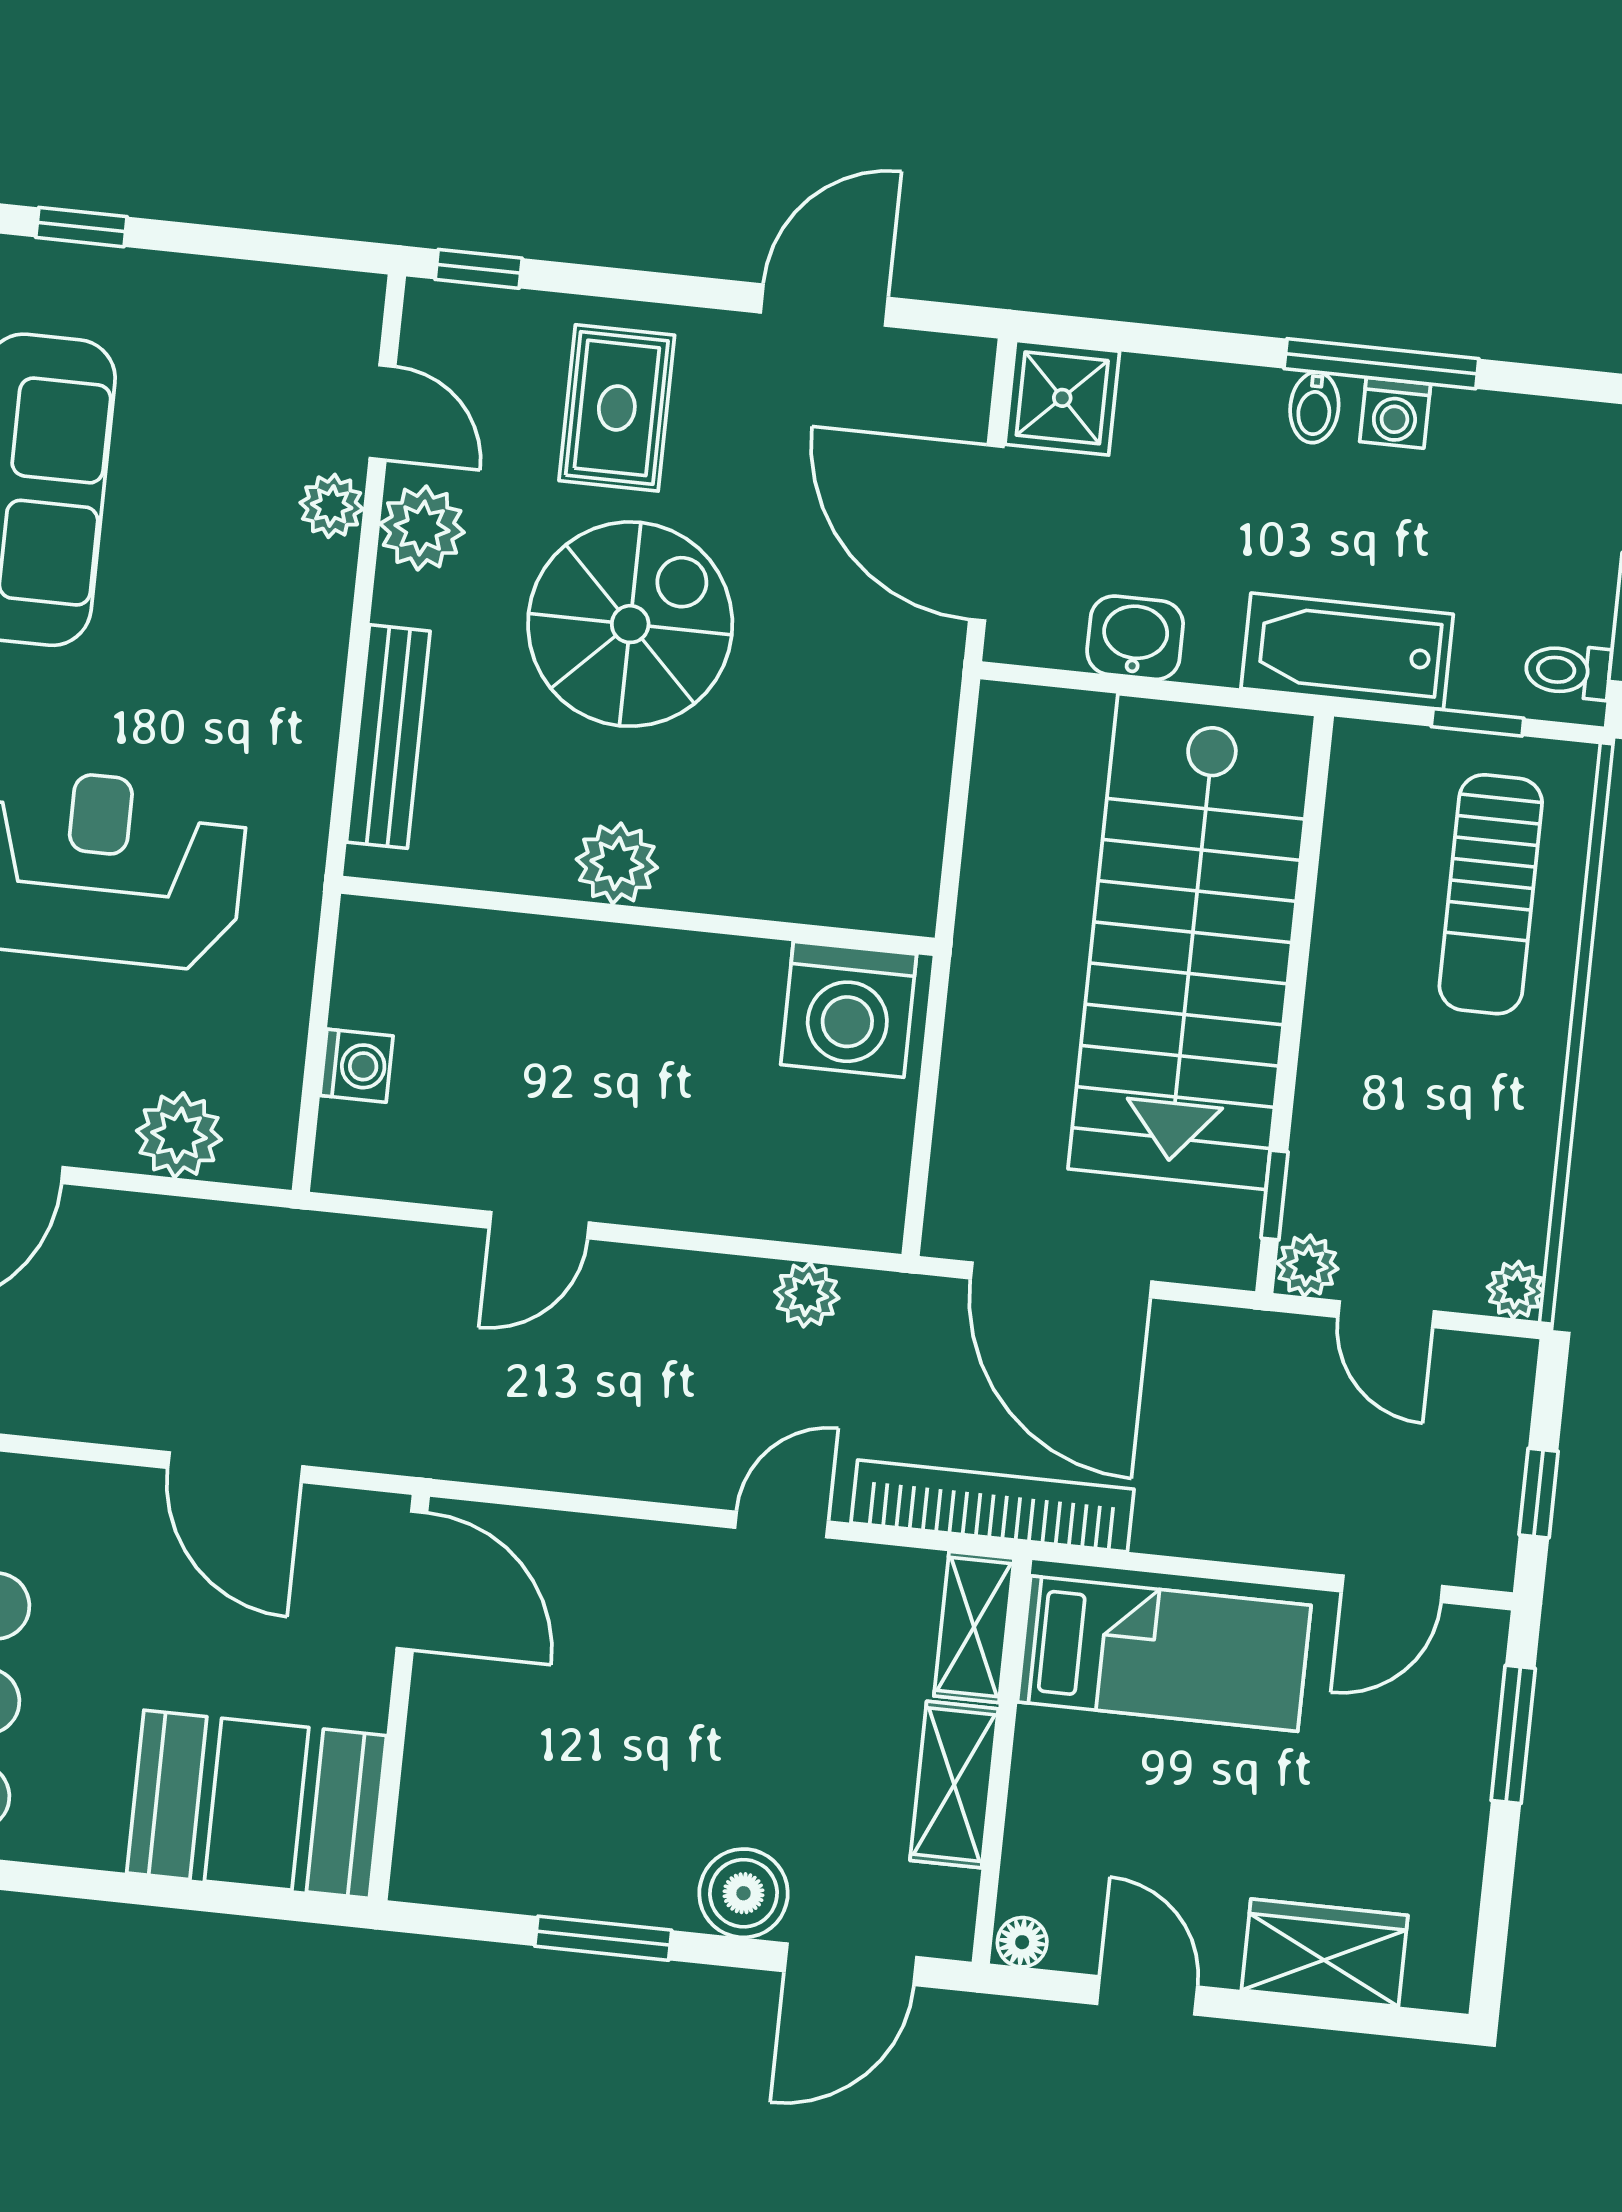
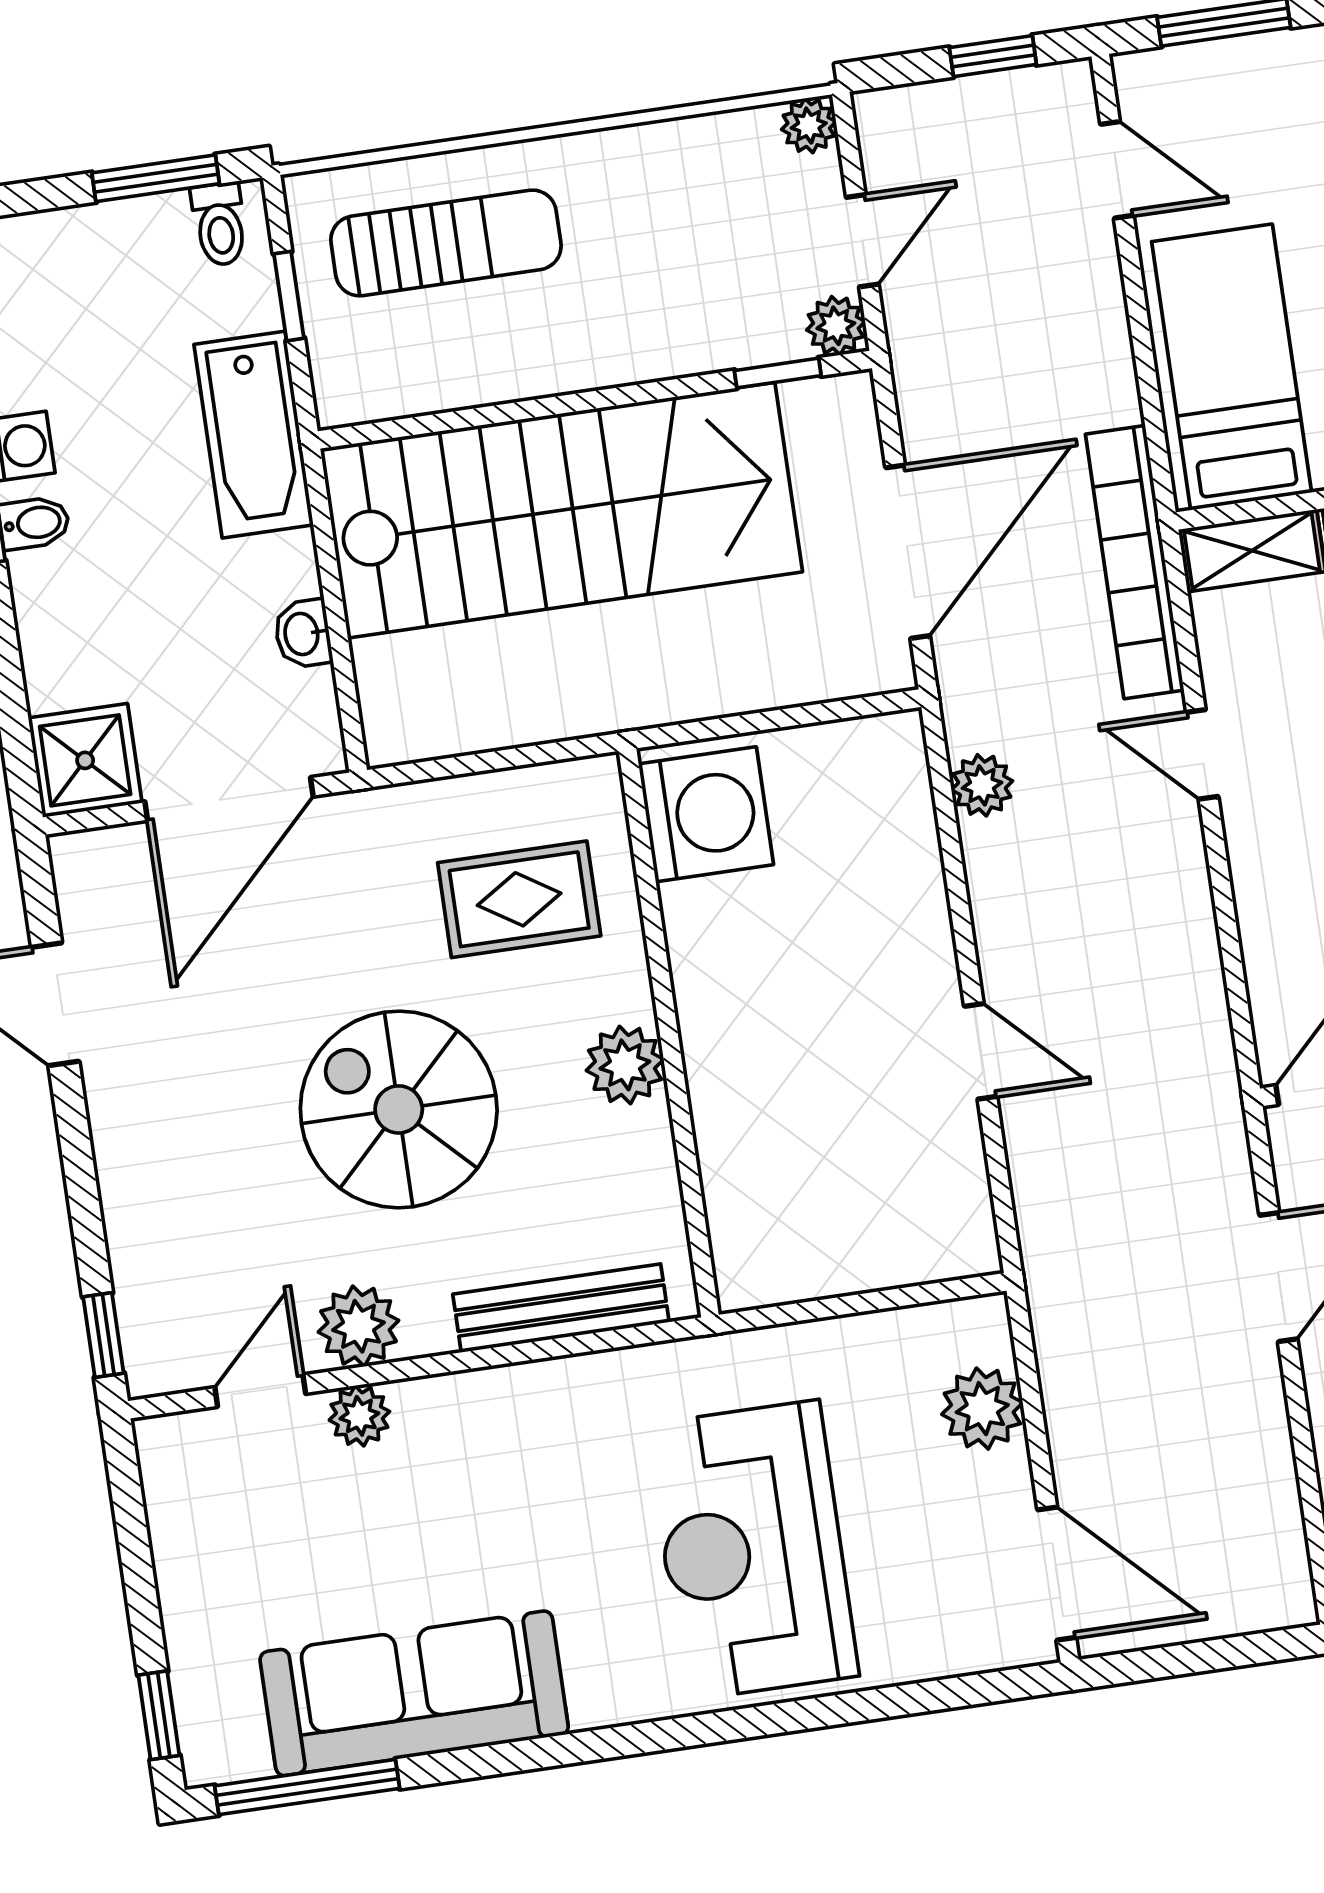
rug: (617, 408) -> (519, 899), moved
washbasin: (1135, 638) -> (303, 634), width x0.72, depth x0.69
washing machine: (357, 1066) -> (875, 1260), removed

